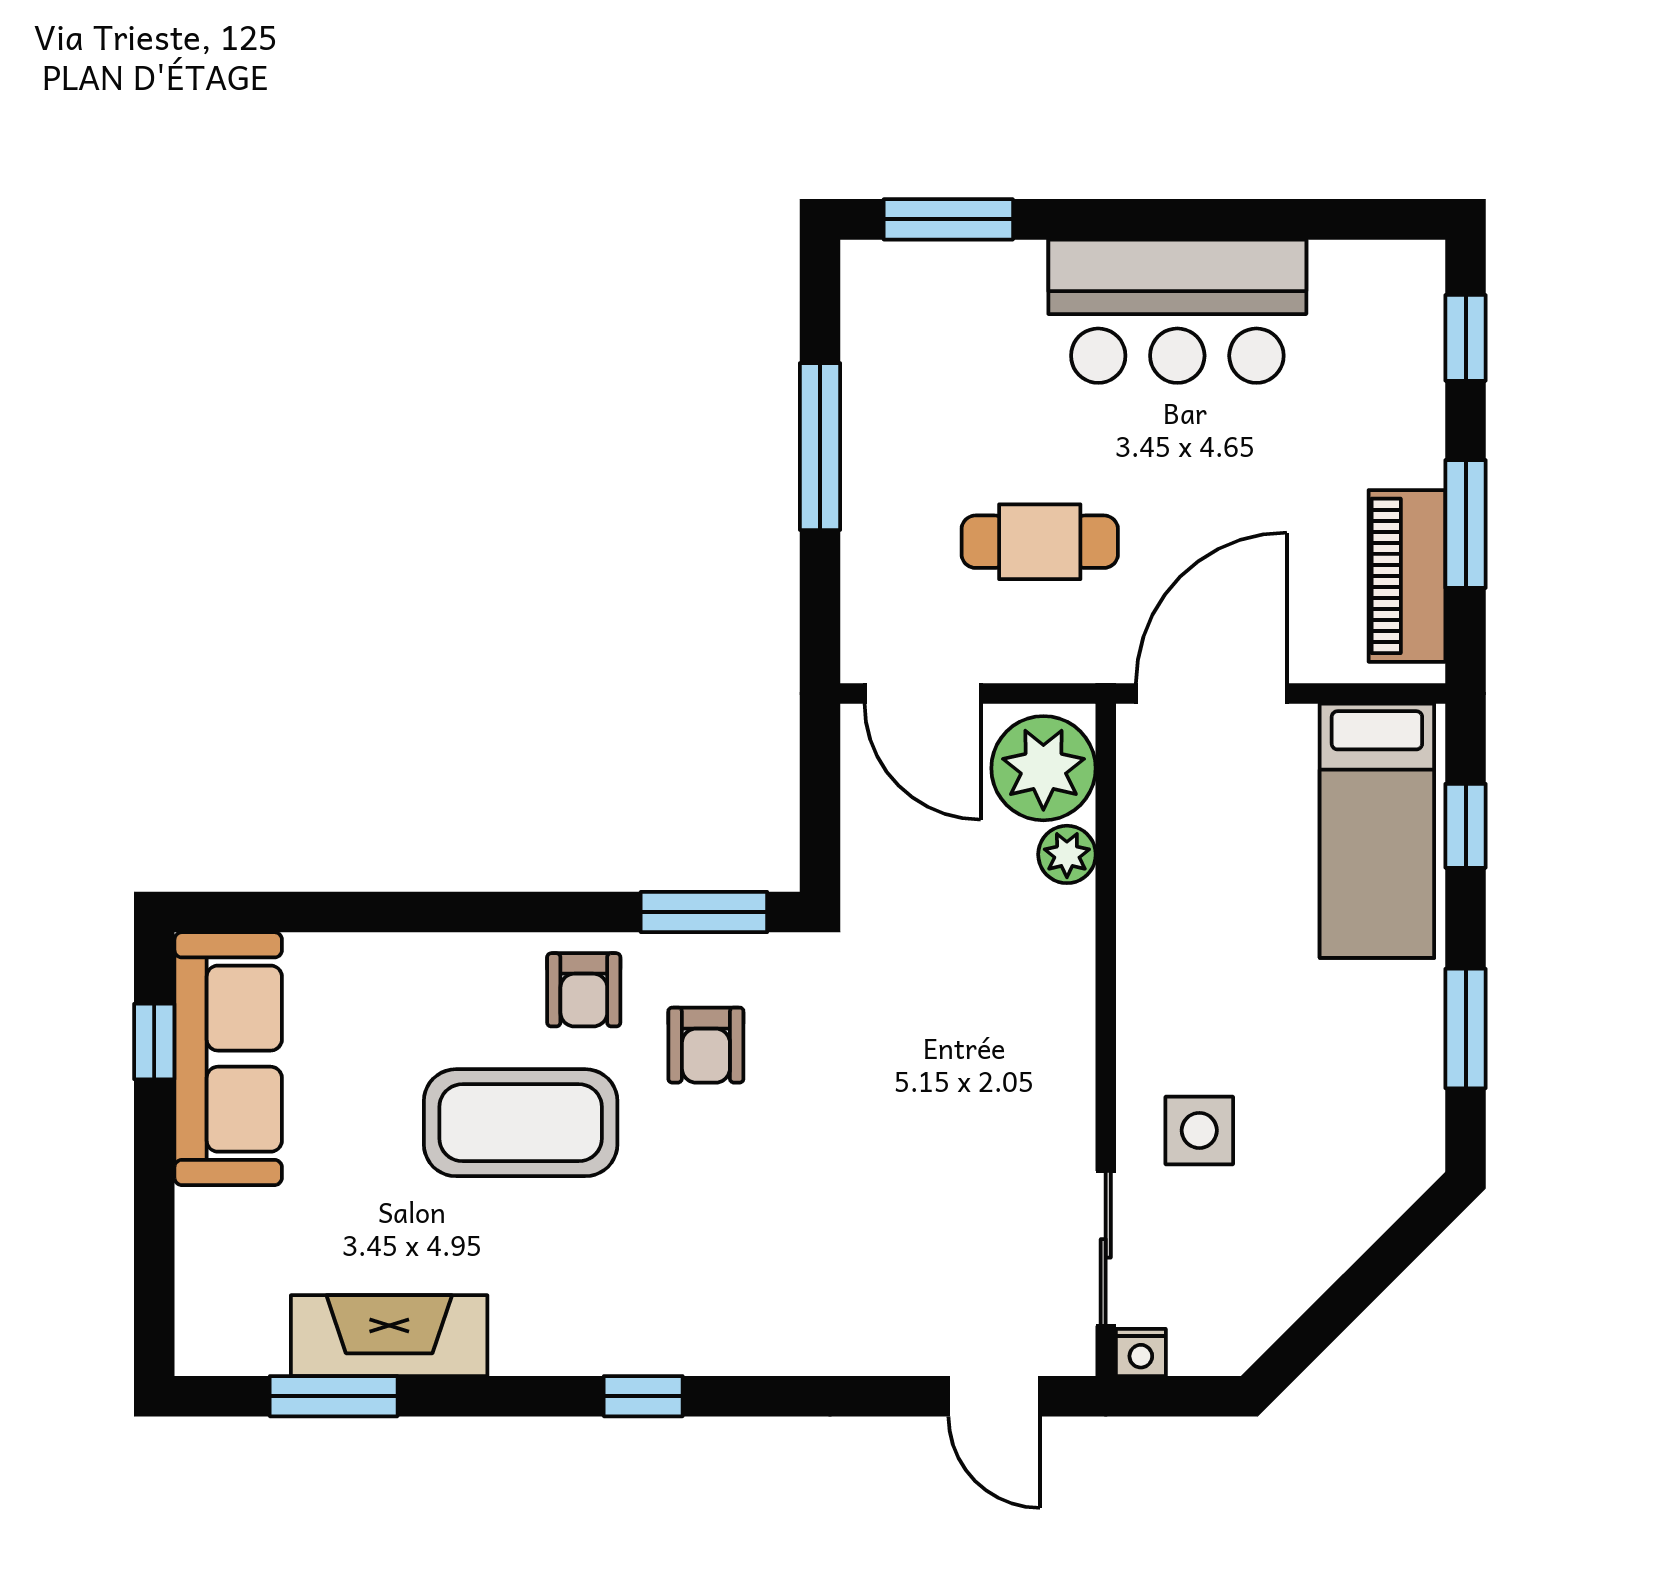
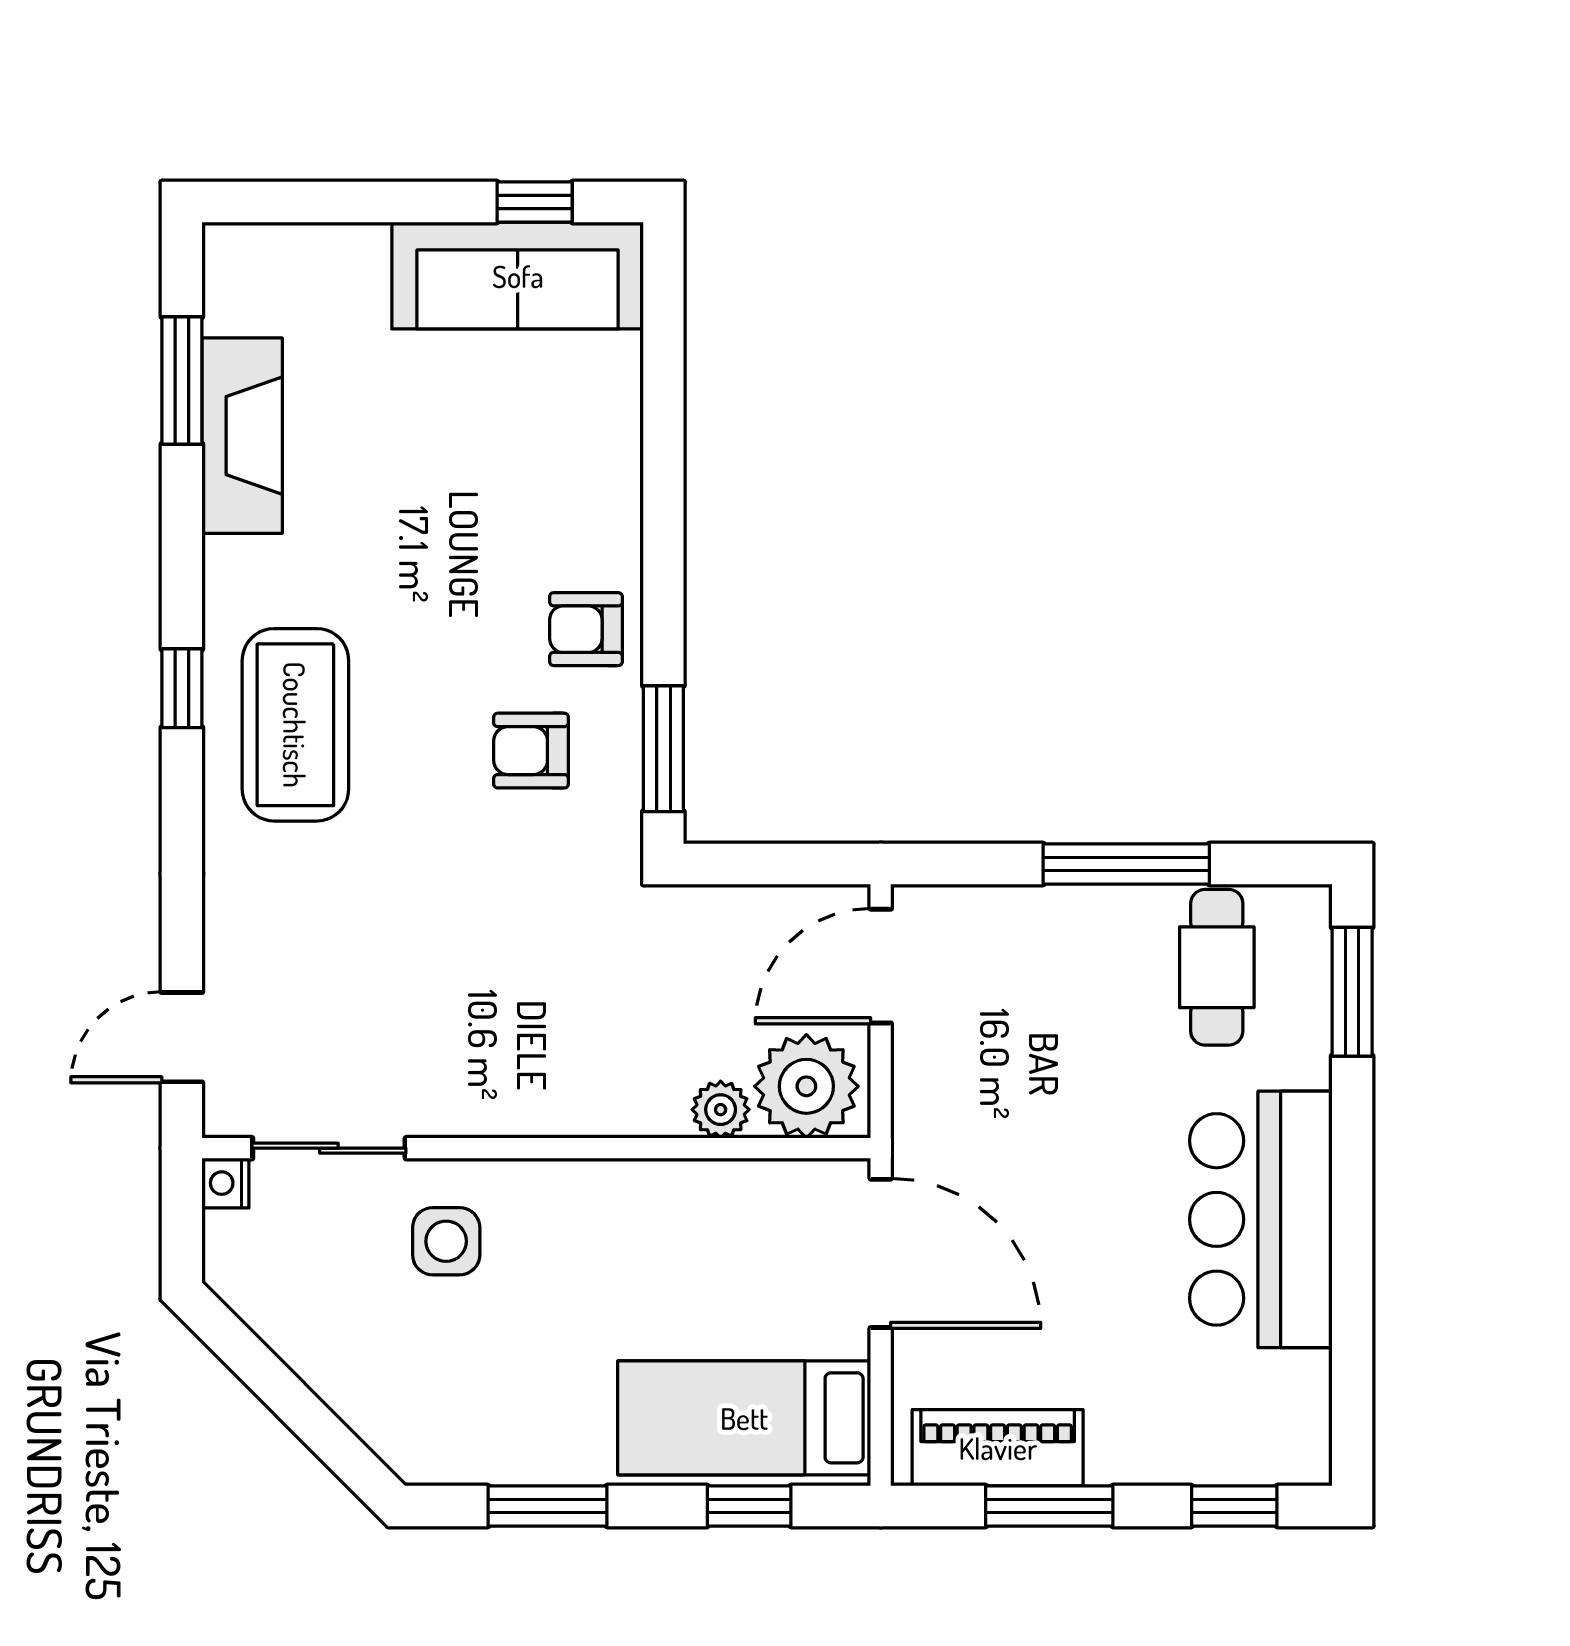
cafe table: (1040, 542) -> (1217, 967), moved
coffee table: (521, 1123) -> (295, 725), moved

